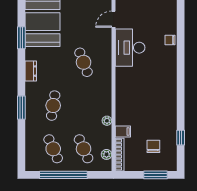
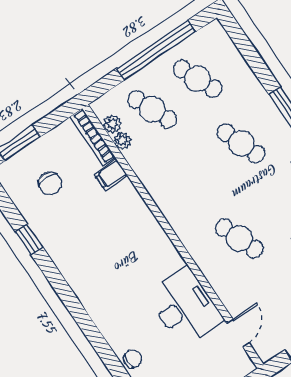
cafe table: (53, 106) -> (241, 143), turned -30
plant: (107, 121) -> (122, 141), moved
window: (181, 138) -> (29, 239), moved

